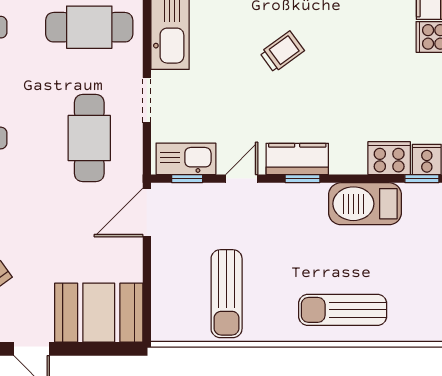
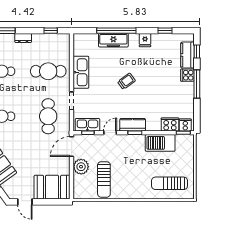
plant: (170, 262) -> (81, 167), added
sun lounger: (343, 310) -> (170, 183), moved

